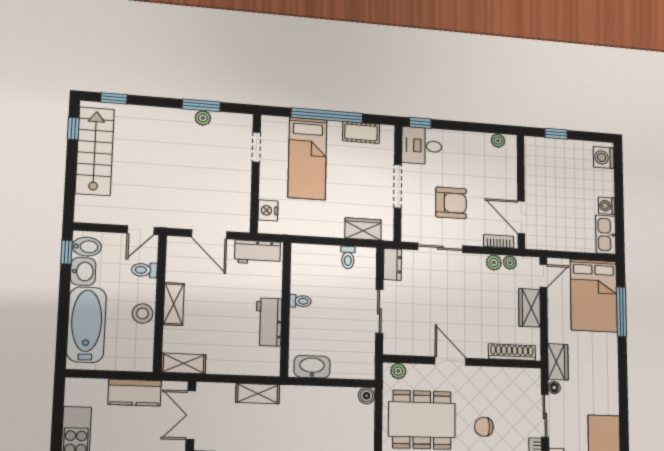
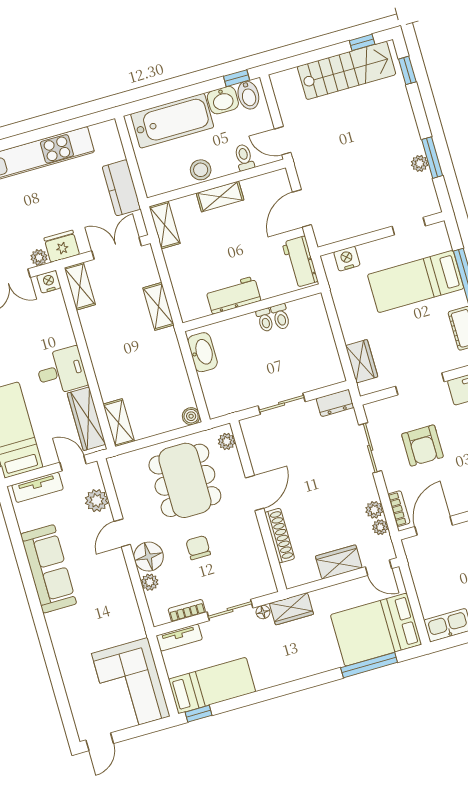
toilet: (348, 257) -> (281, 317), moved, turned -90
shoe rack: (512, 352) -> (280, 536), moved

